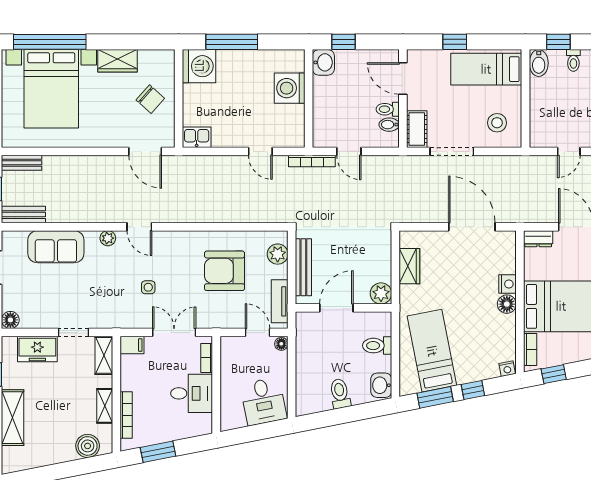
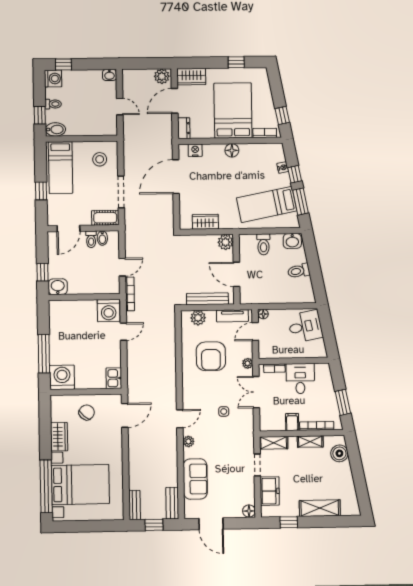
washing machine: (290, 88) -> (109, 311), moved
nightstand: (508, 284) -> (195, 150), moved
plant: (214, 321) -> (248, 363), added
filing cabinet: (132, 345) -> (292, 422), moved
nightstand: (507, 369) -> (283, 167), moved

